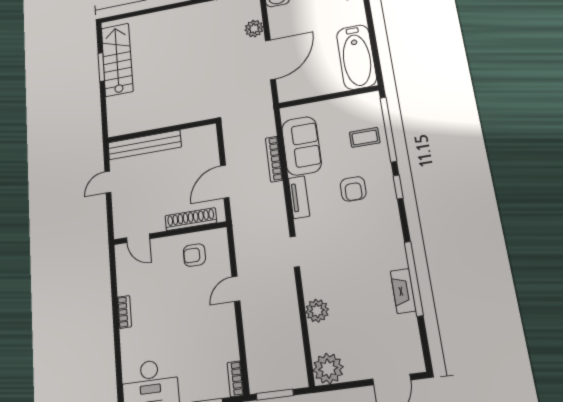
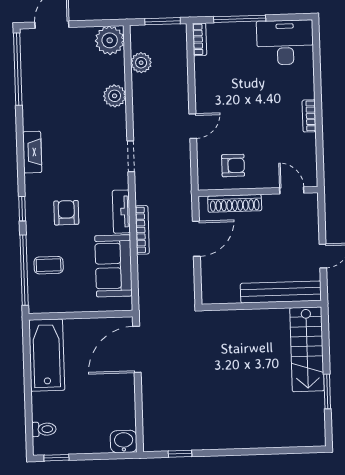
plant: (254, 29) -> (141, 63), moved
stairs: (117, 60) -> (307, 349), moved
door: (270, 60) -> (137, 349), moved
bookcase: (274, 159) -> (142, 230), moved
window: (414, 278) -> (18, 69), moved
fireplace: (403, 291) -> (32, 152), moved

